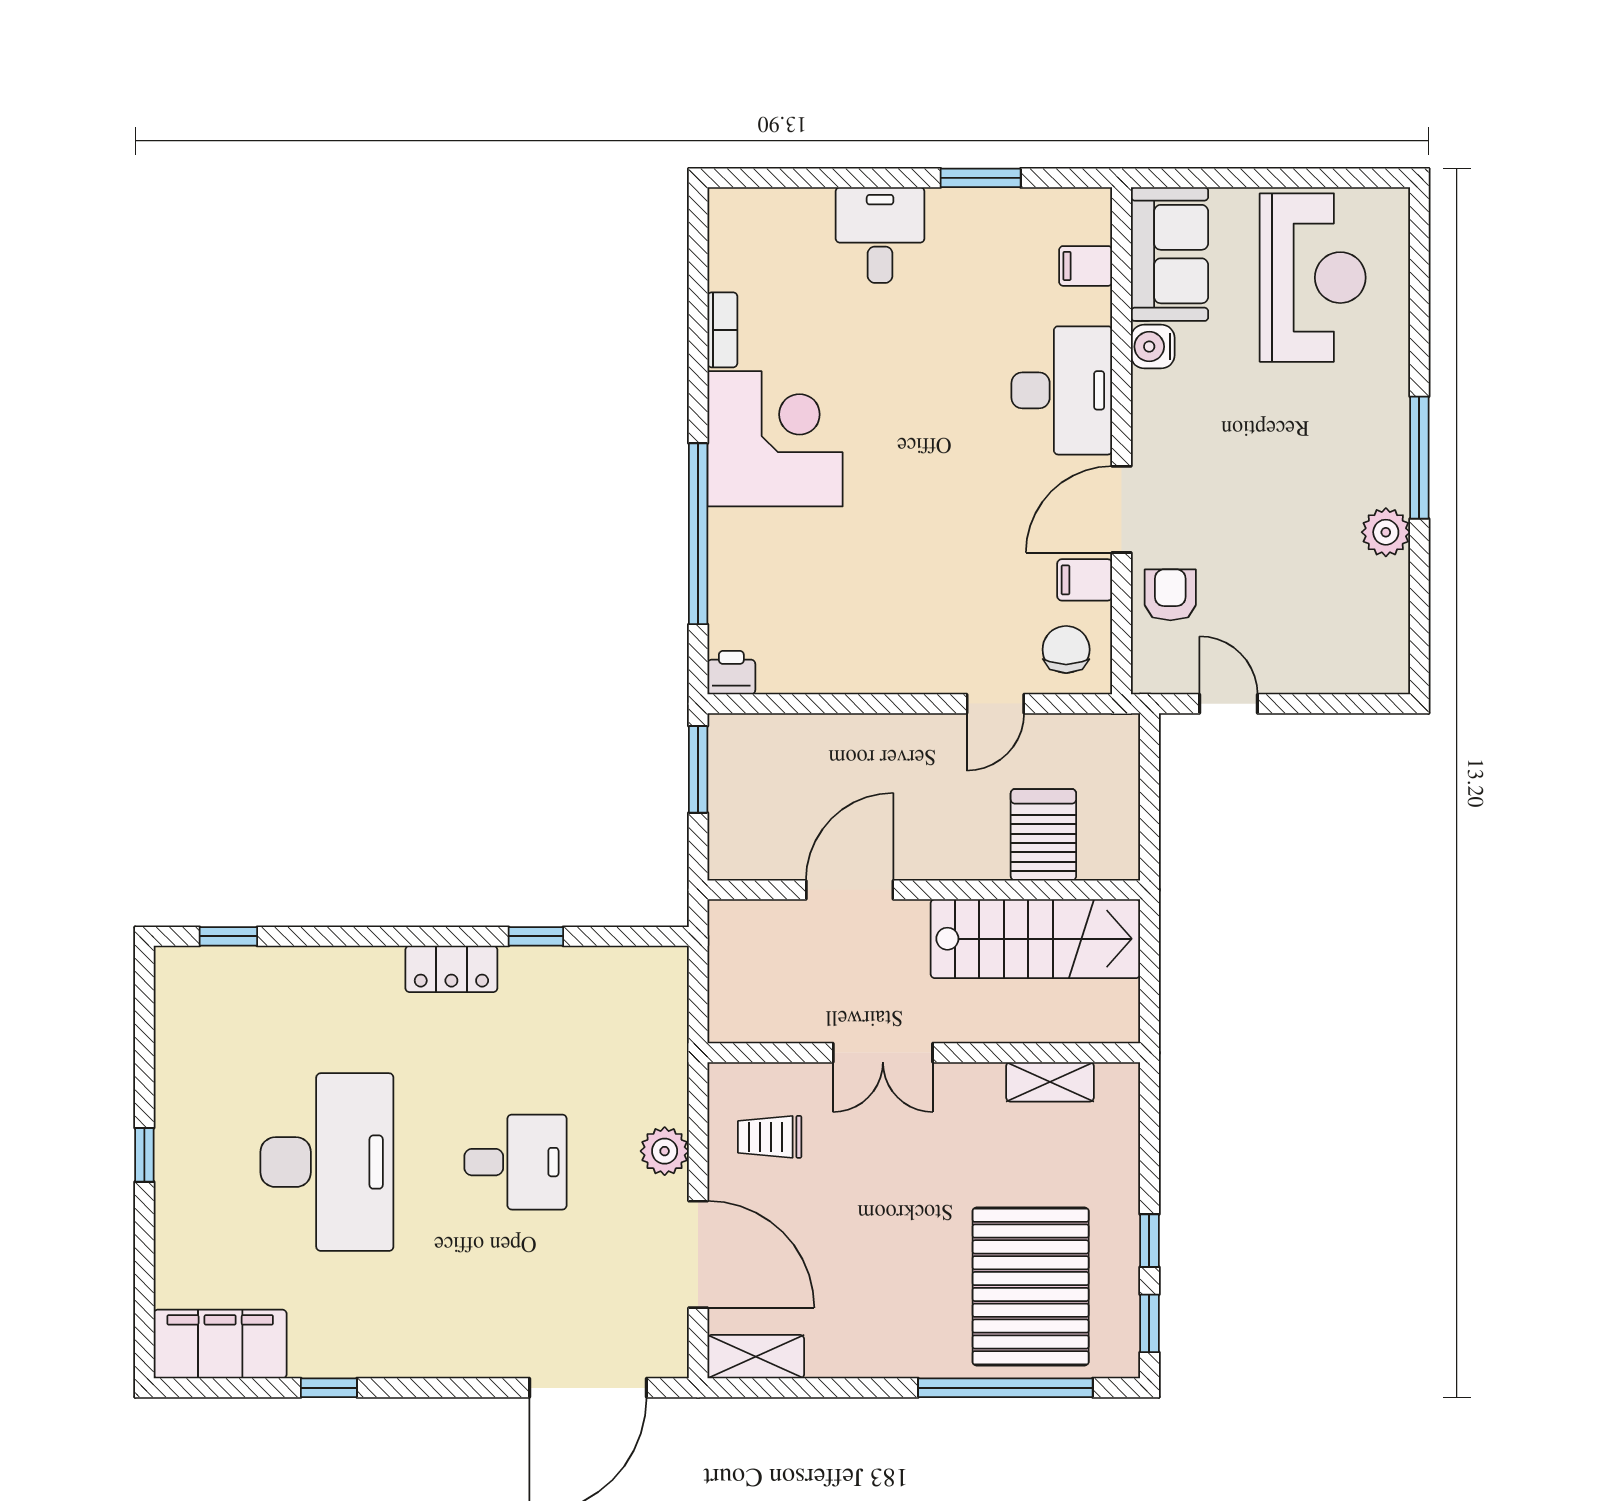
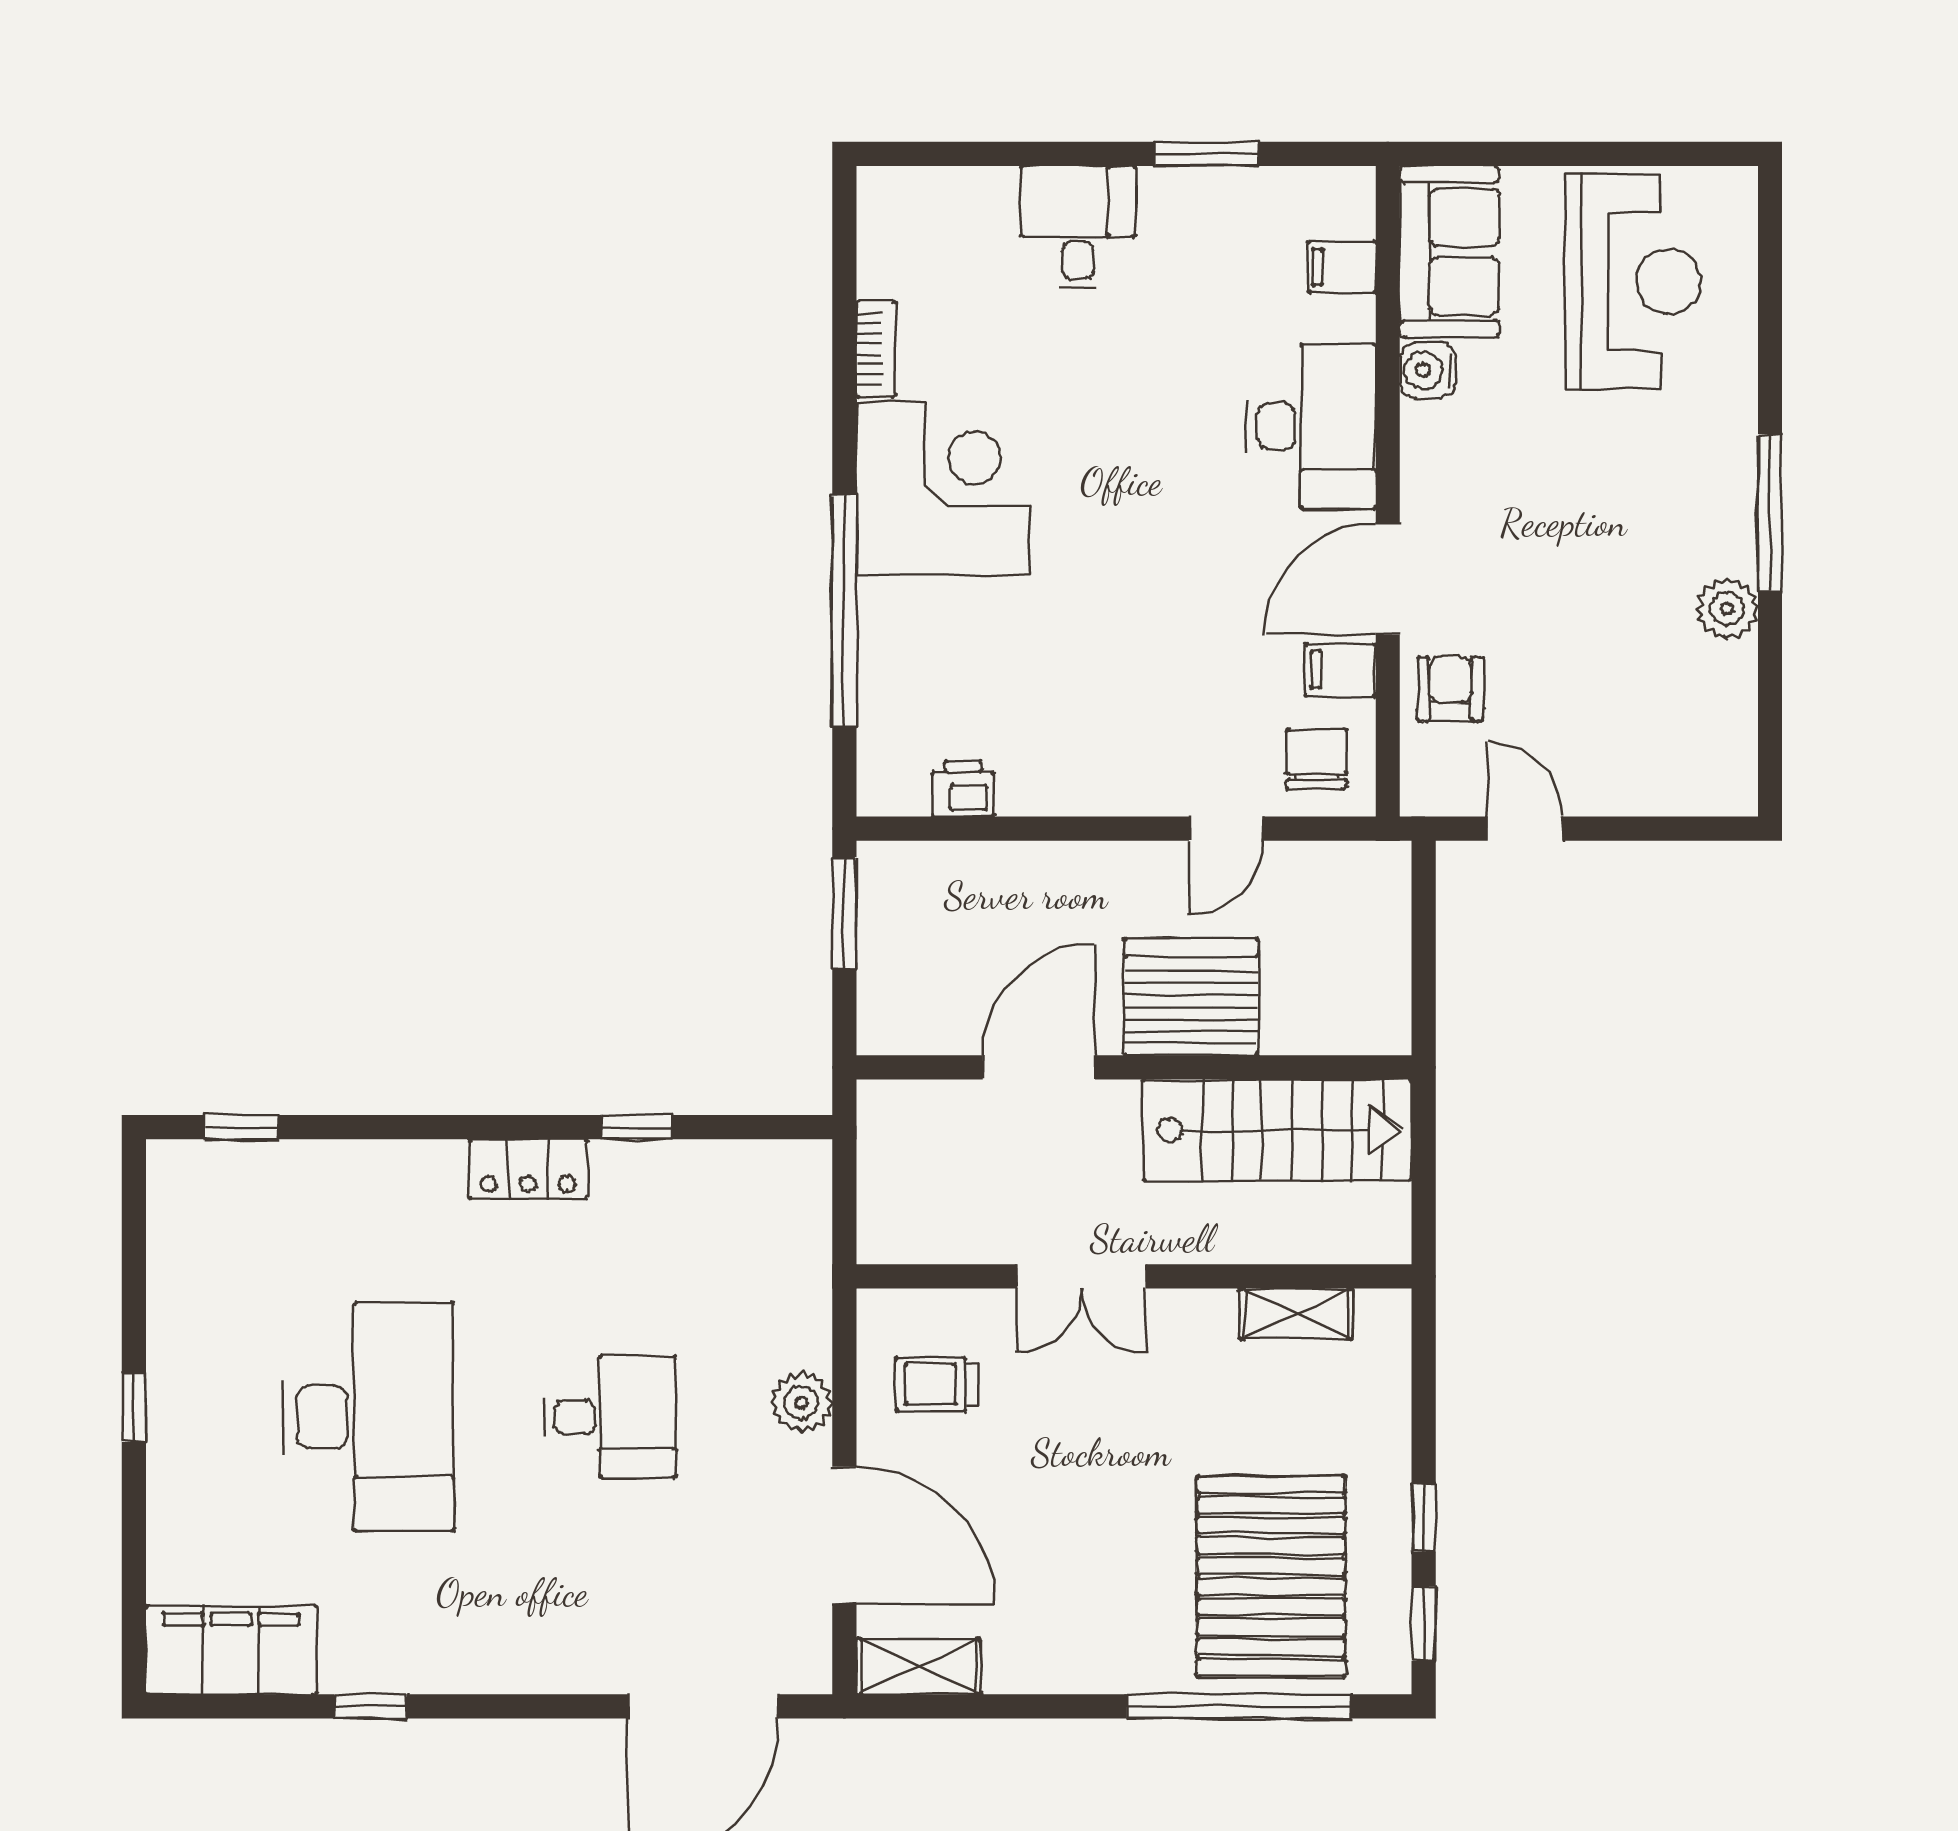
printer: (731, 673) -> (963, 789), moved
server rack: (1043, 835) -> (1191, 997), moved, width x1.60

